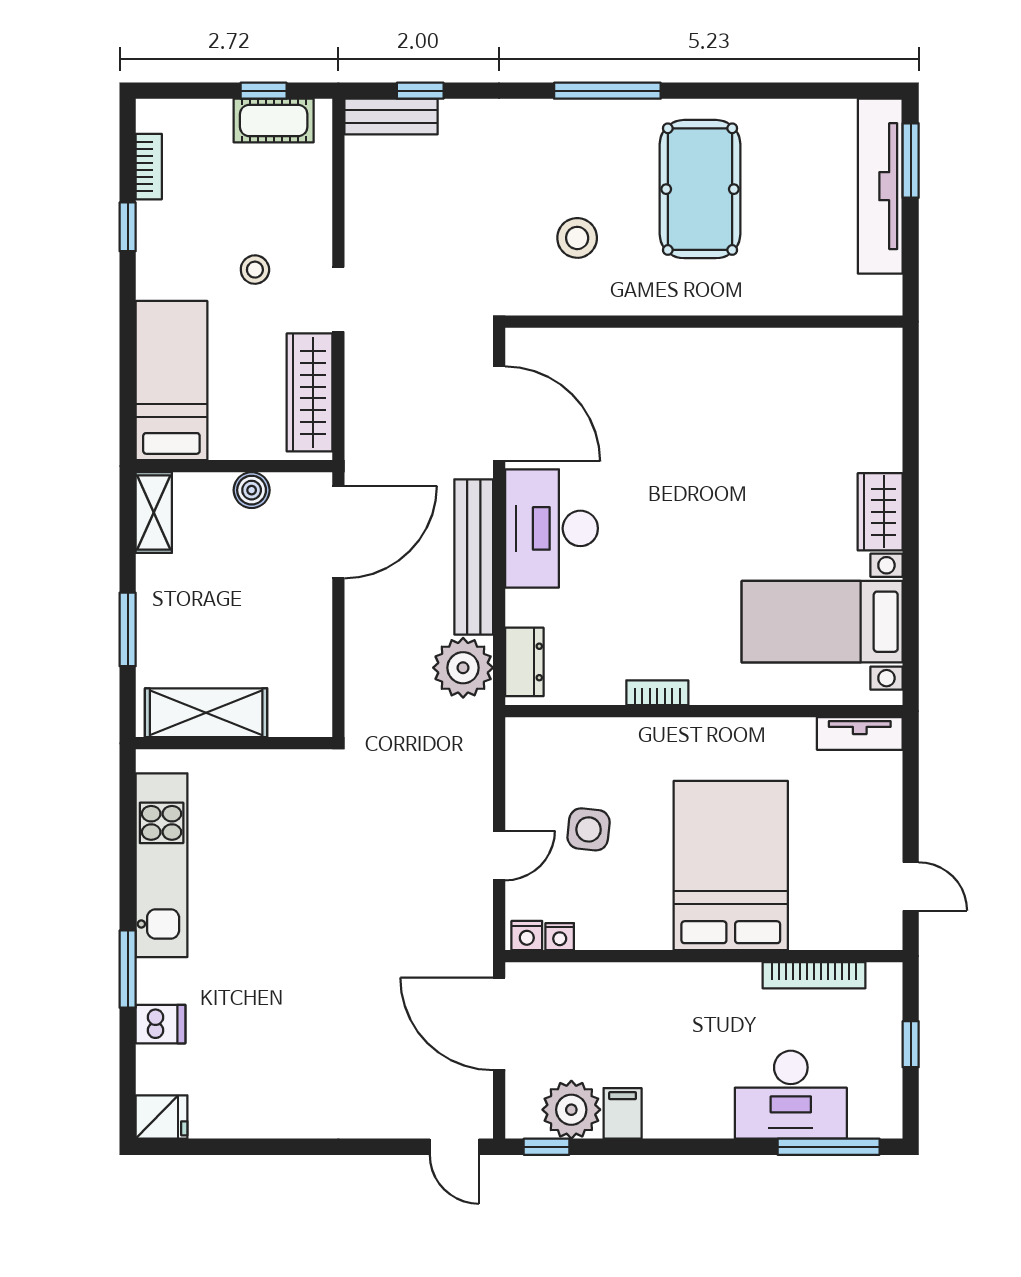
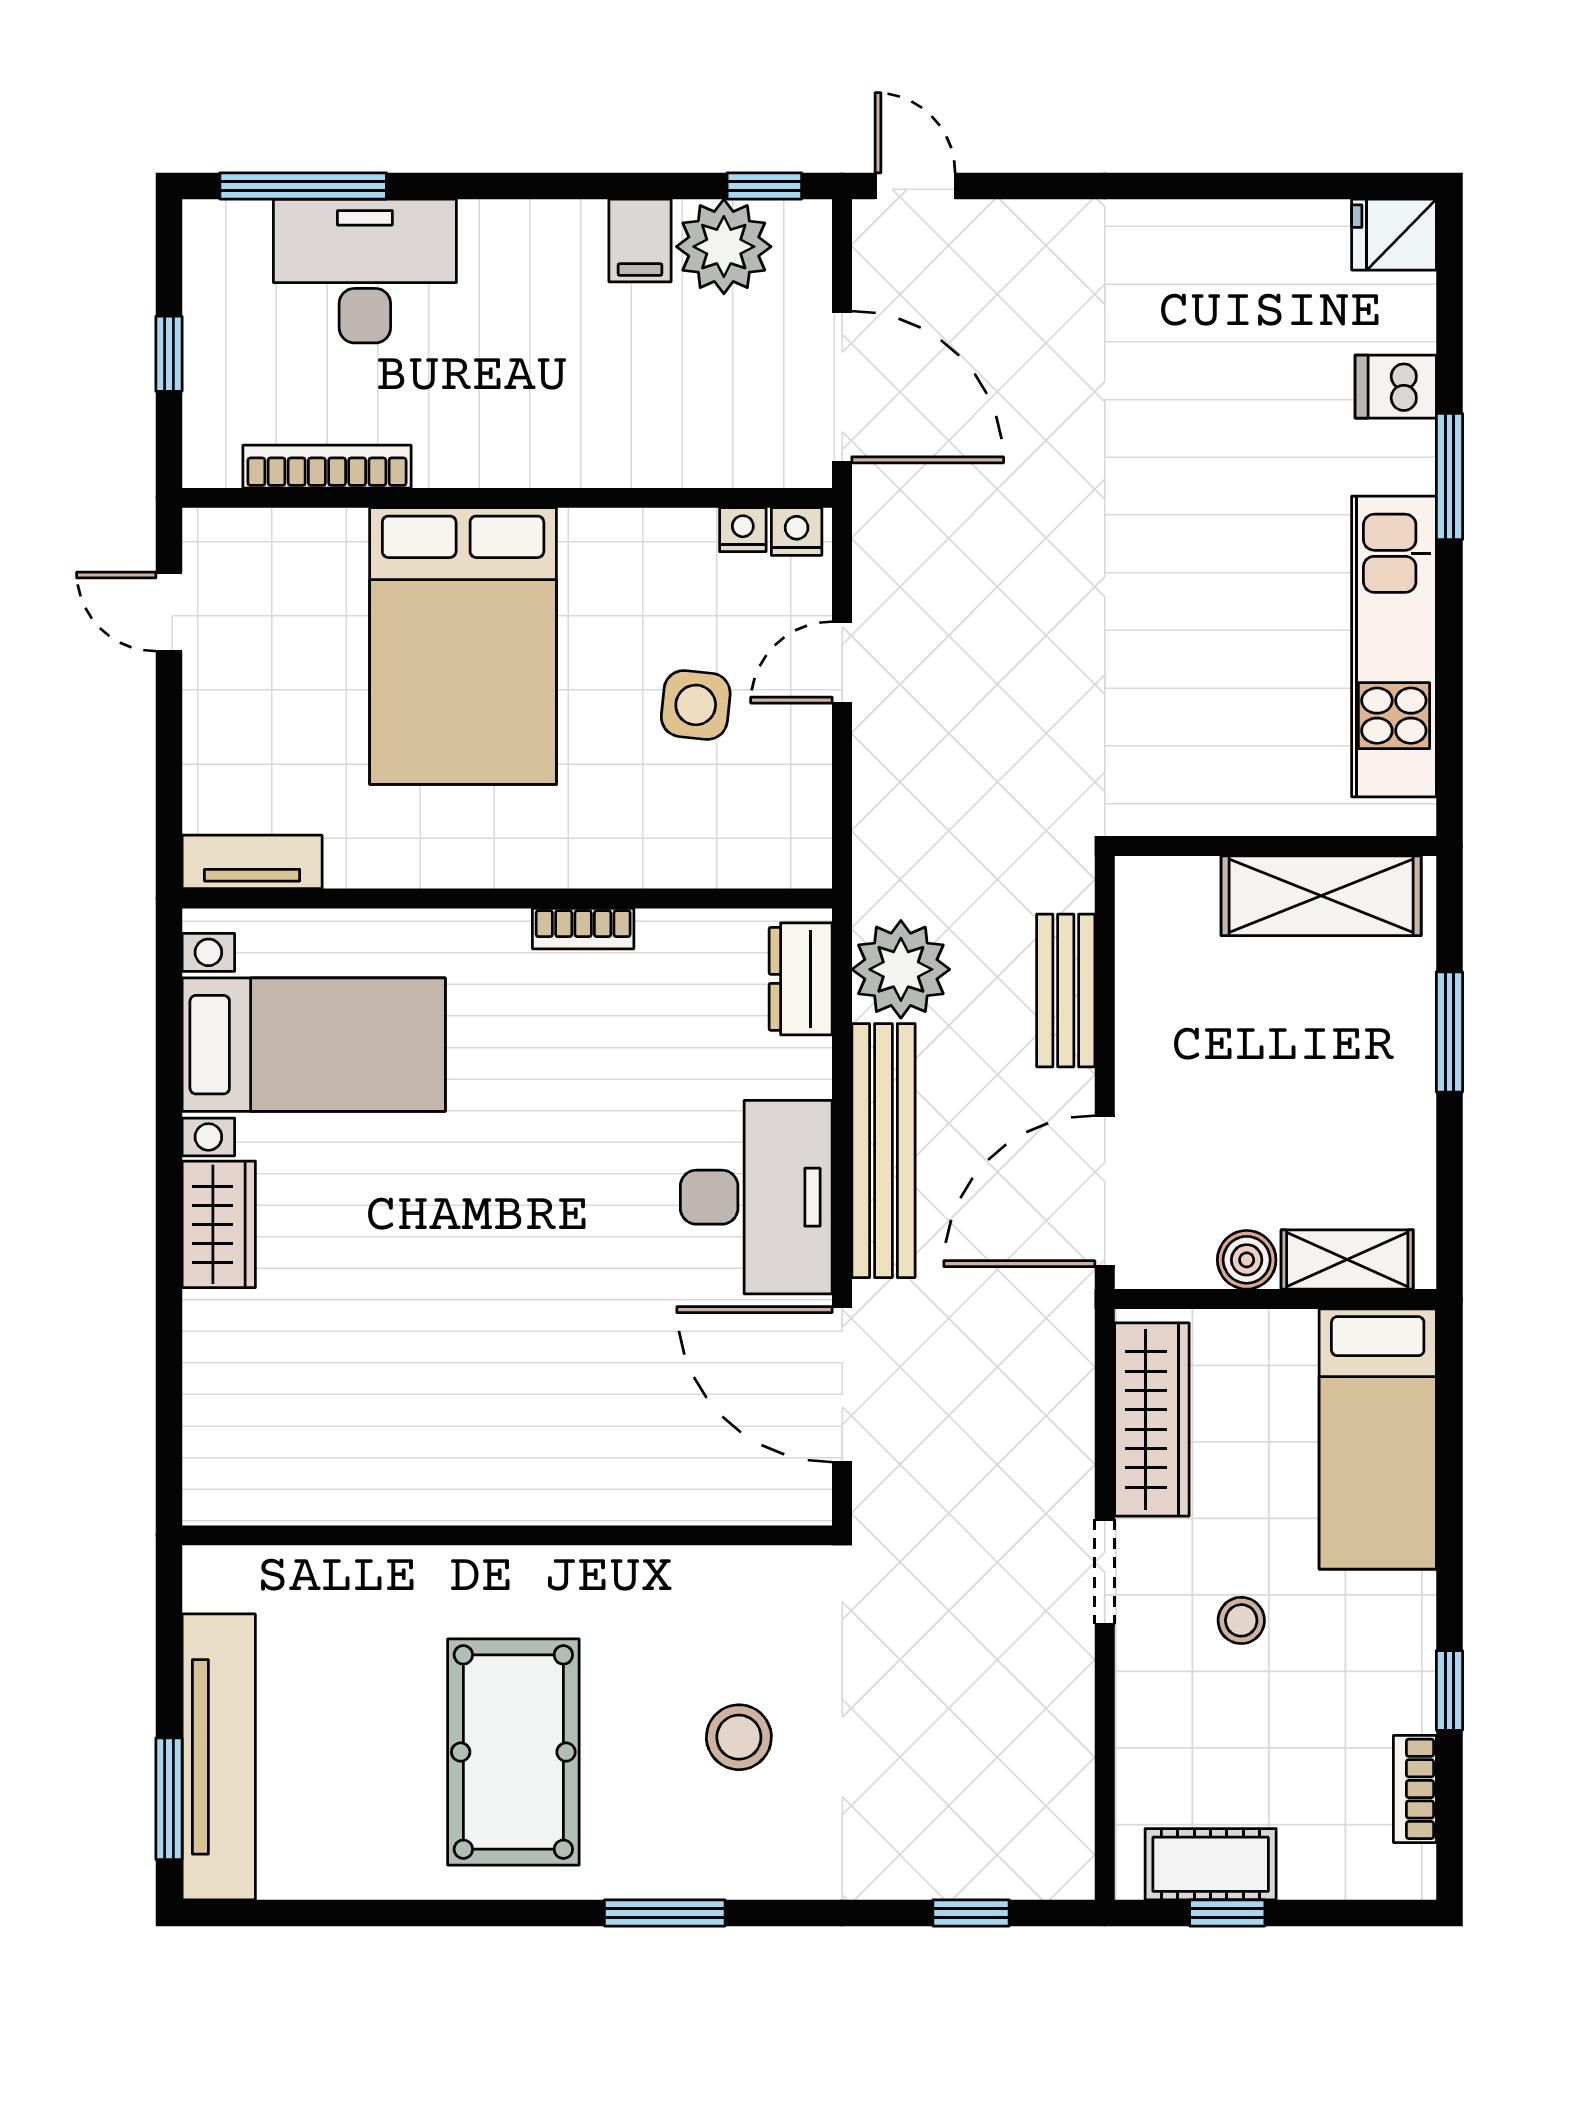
window: (607, 91) -> (665, 1913), width x0.69
bench: (391, 117) -> (1066, 991), moved, turned 90
stool: (577, 238) -> (739, 1737), moved
shelving: (154, 512) -> (1347, 1259), moved, turned 90

